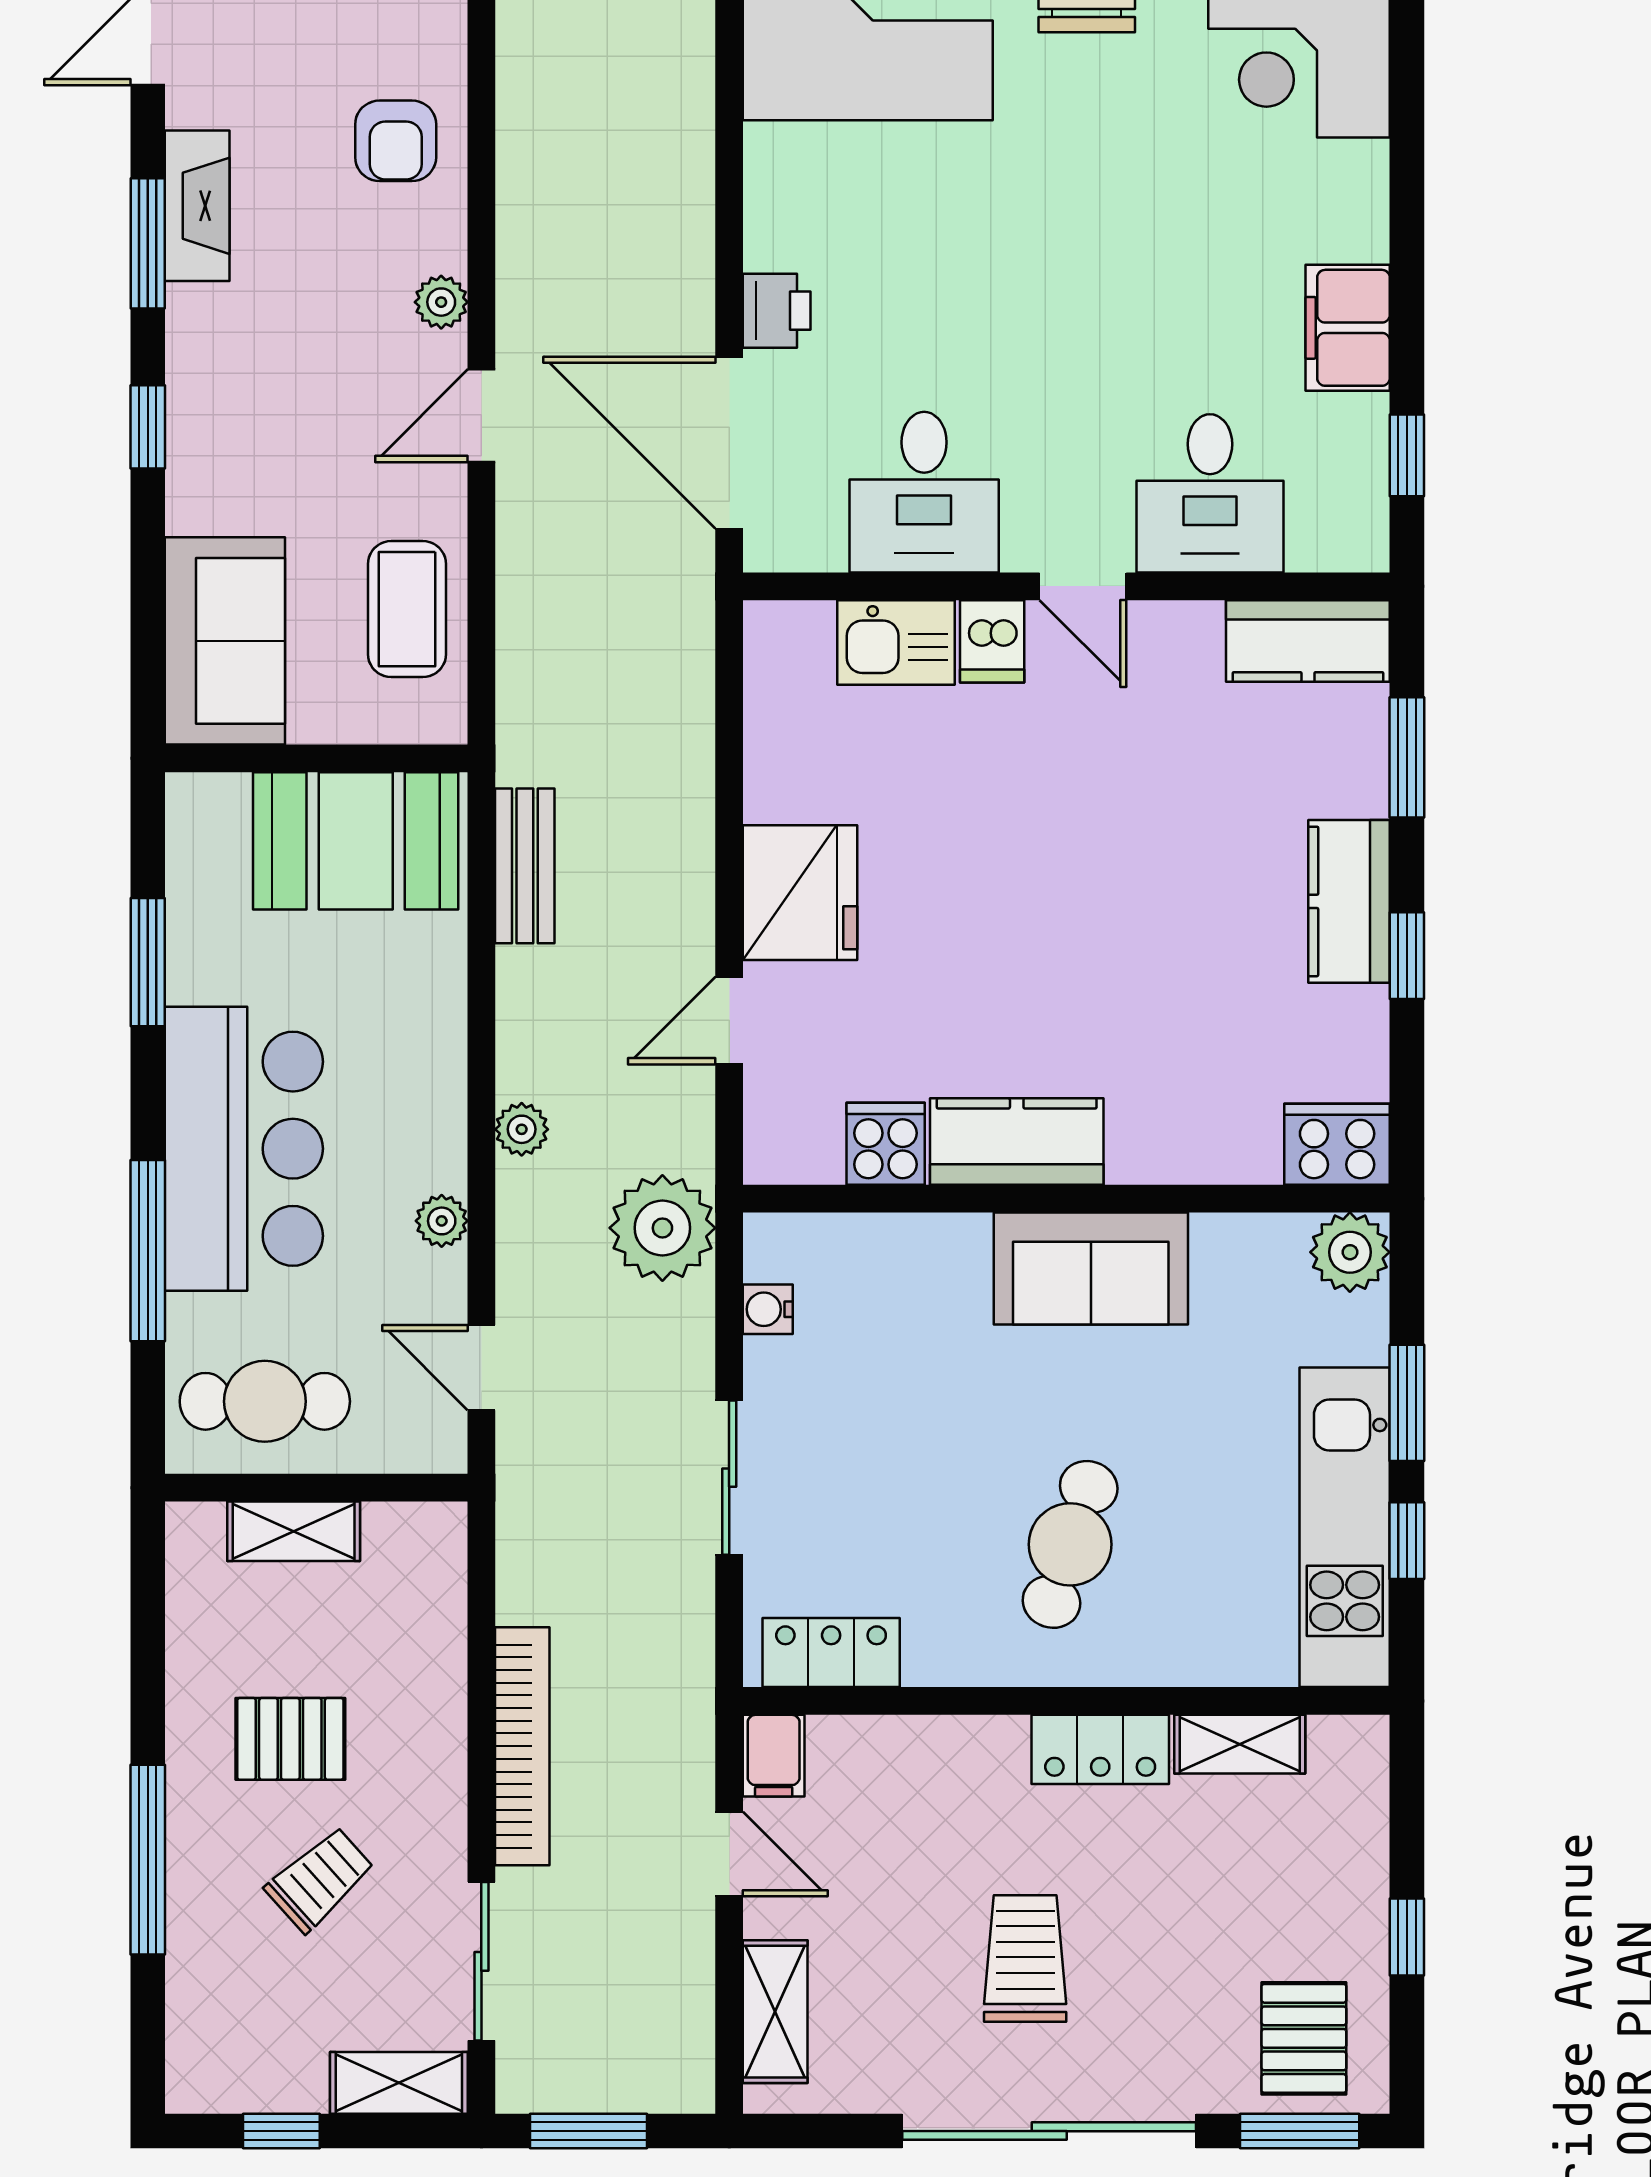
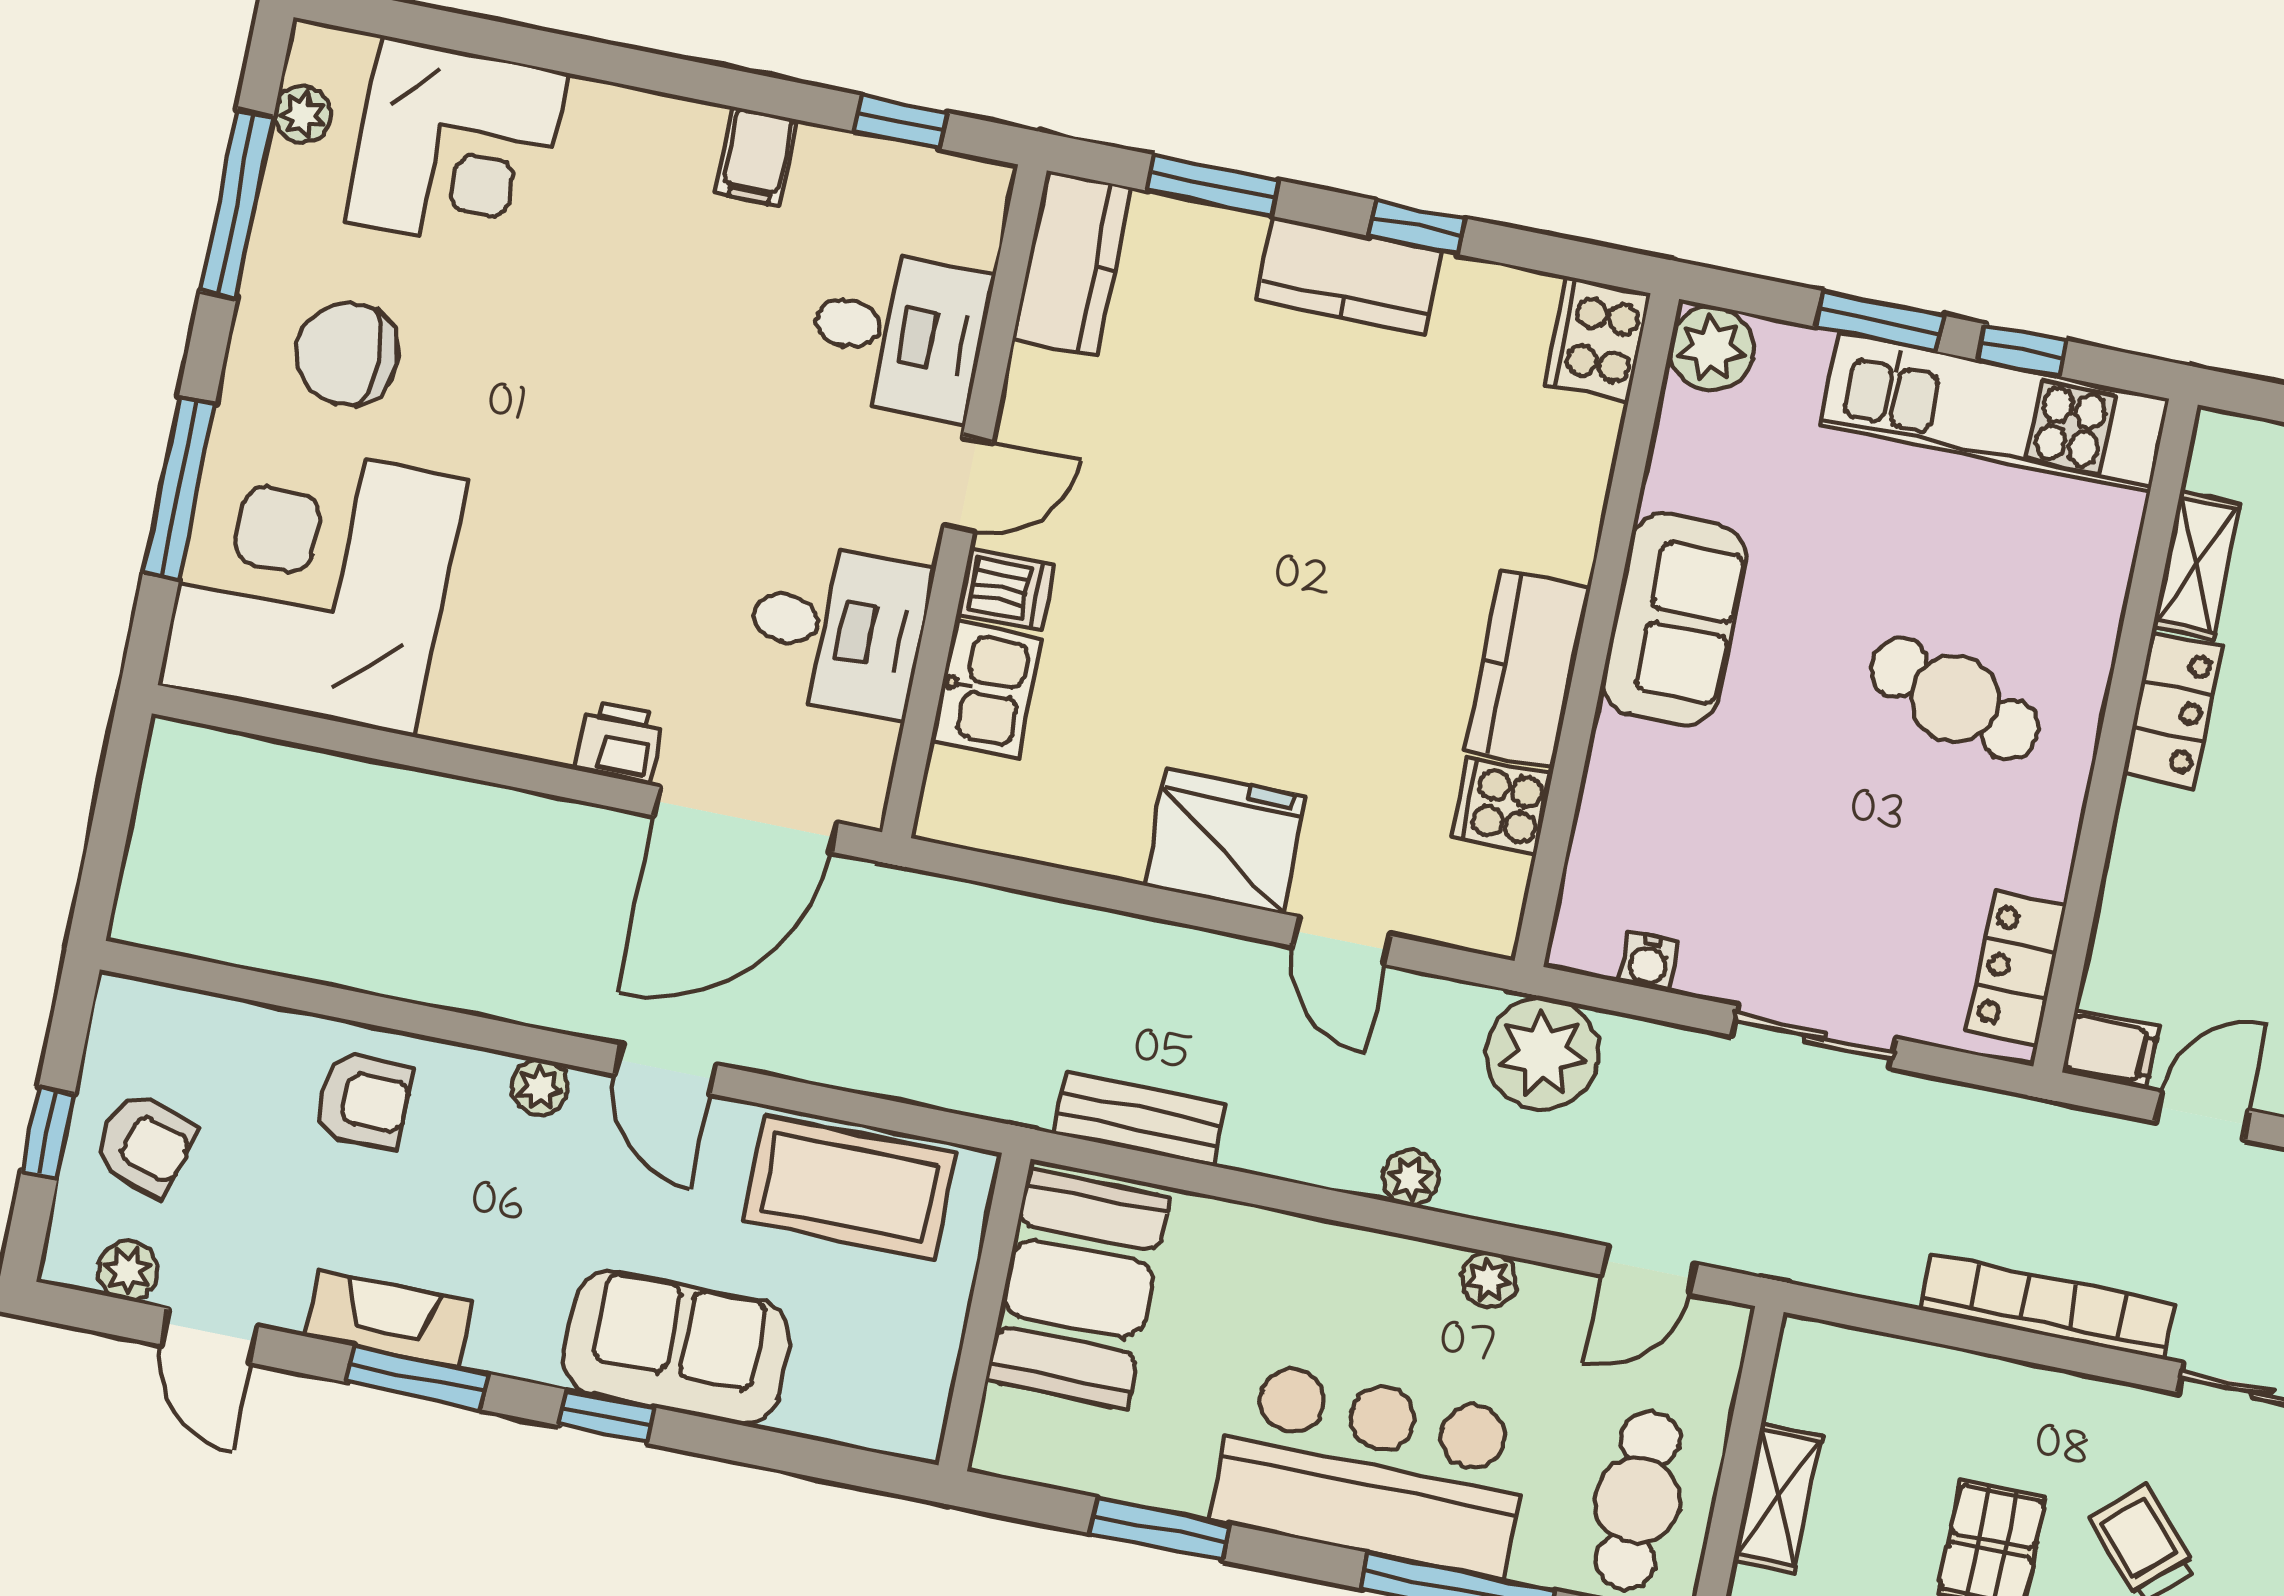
filing cabinet: (1348, 328) -> (757, 157), width x0.50
coffee table: (407, 609) -> (849, 1187), width x1.36, depth x1.32
sofa: (225, 641) -> (677, 1348), moved

